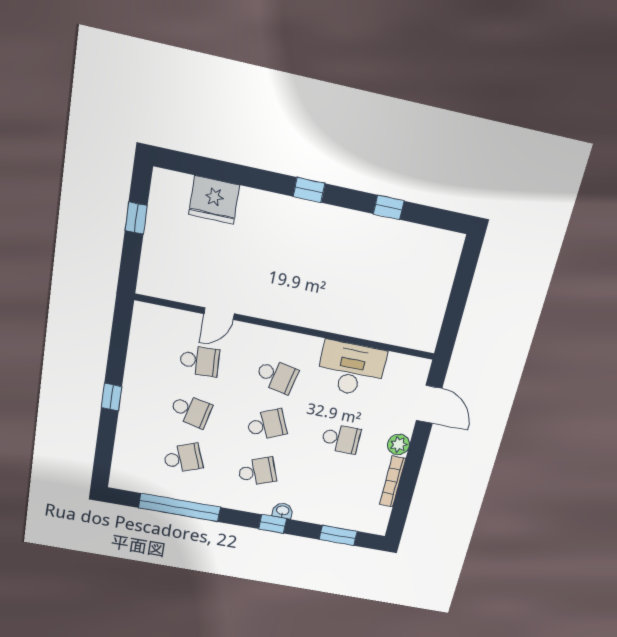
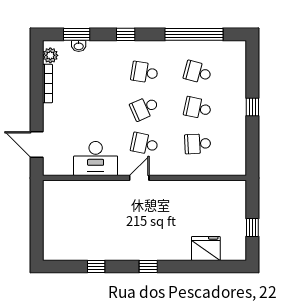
door: (219, 314) -> (139, 178), moved
school desk: (341, 439) -> (91, 108), removed
plant: (399, 444) -> (50, 55), moved
school desk: (183, 458) -> (198, 72), turned 36
school desk: (257, 472) -> (144, 72), turned 30
washbasin: (283, 511) -> (79, 46), moved

